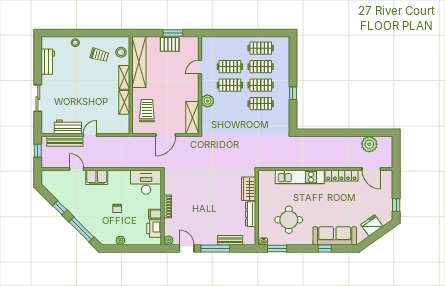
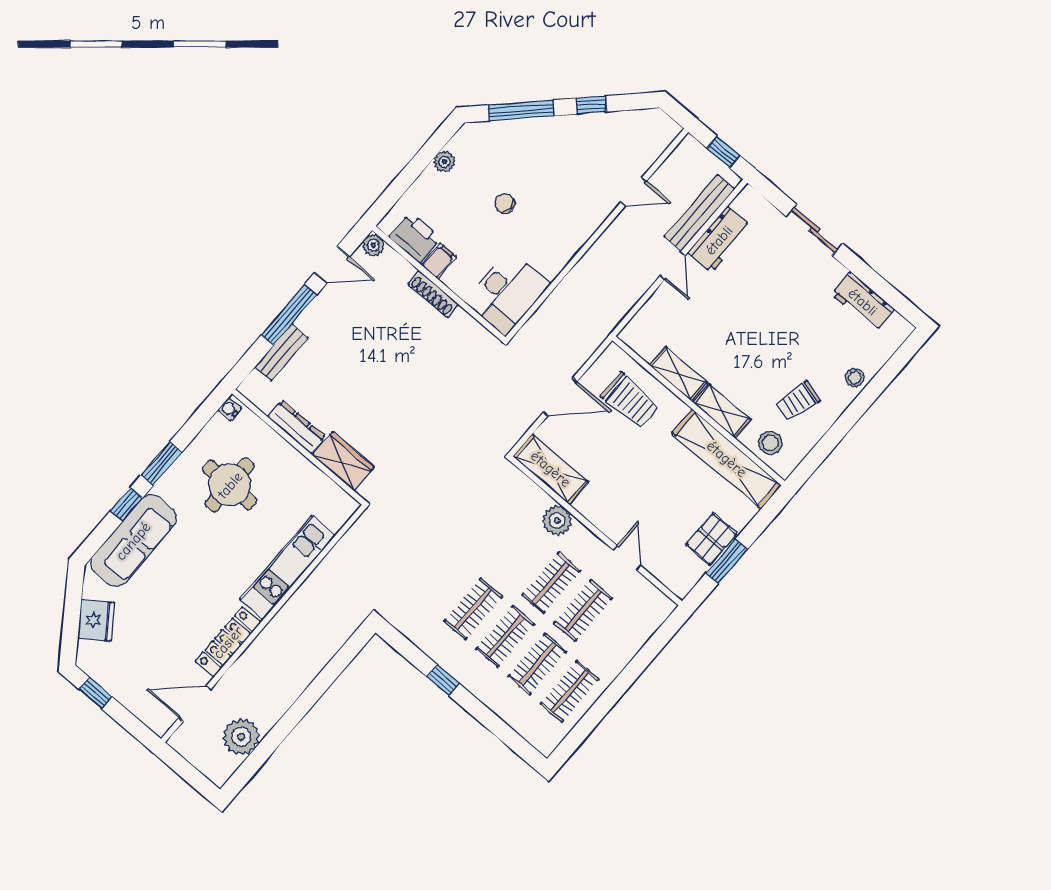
door: (166, 135) -> (560, 397), swing flipped
filing cabinet: (97, 177) -> (589, 214), removed
window: (277, 248) -> (161, 464), moved

